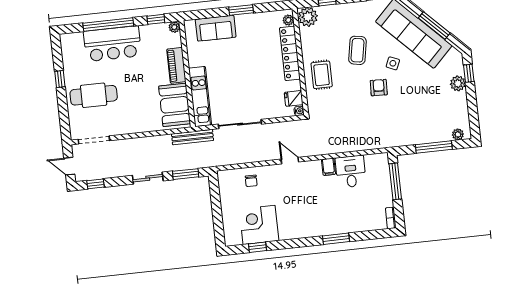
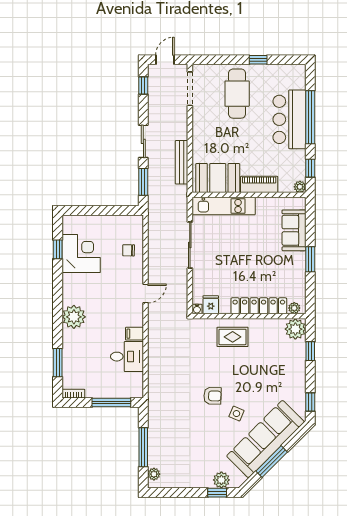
coffee table: (357, 50) -> (254, 378), removed
plant: (458, 83) -> (221, 480), moved
bench: (193, 137) -> (181, 162), moved
plant: (319, 225) -> (74, 317), added
window: (336, 239) -> (58, 363), moved

